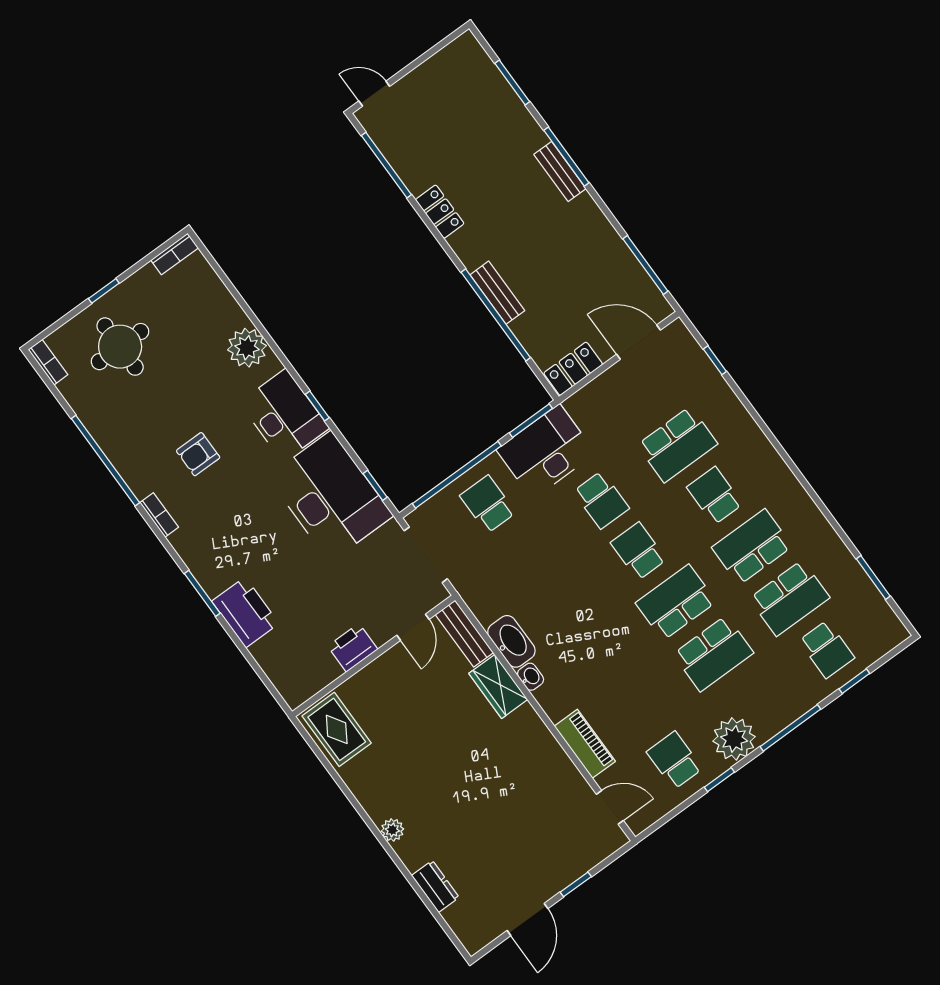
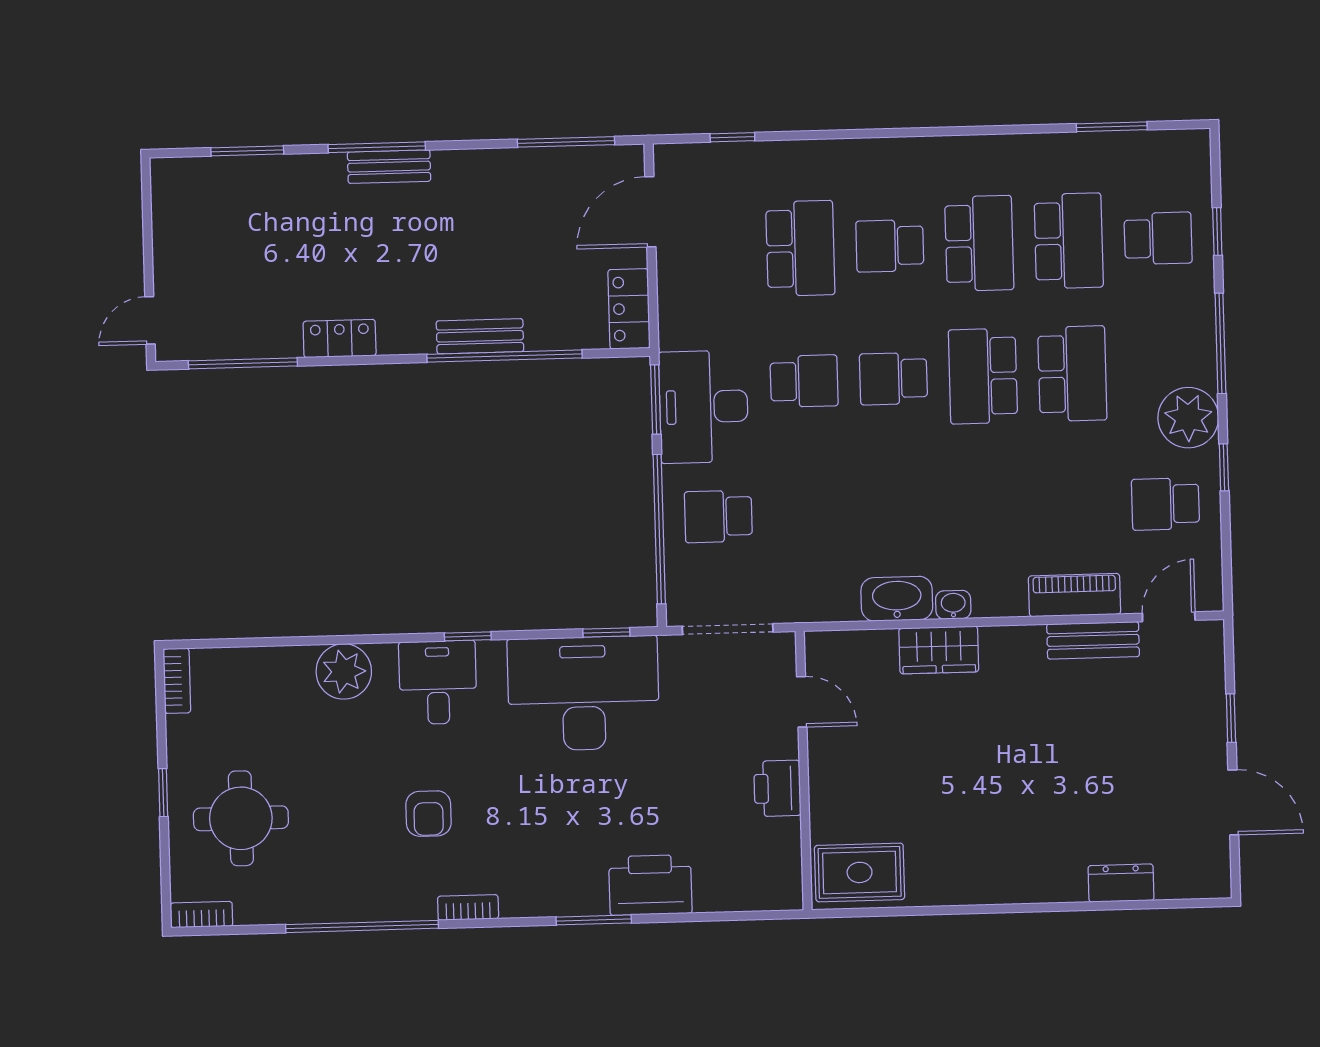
desk: (284, 415) -> (438, 682), width x0.73
school desk: (752, 547) -> (979, 243), turned 180
bench: (464, 634) -> (1093, 640), moved
plant: (392, 830) -> (1021, 888), removed

